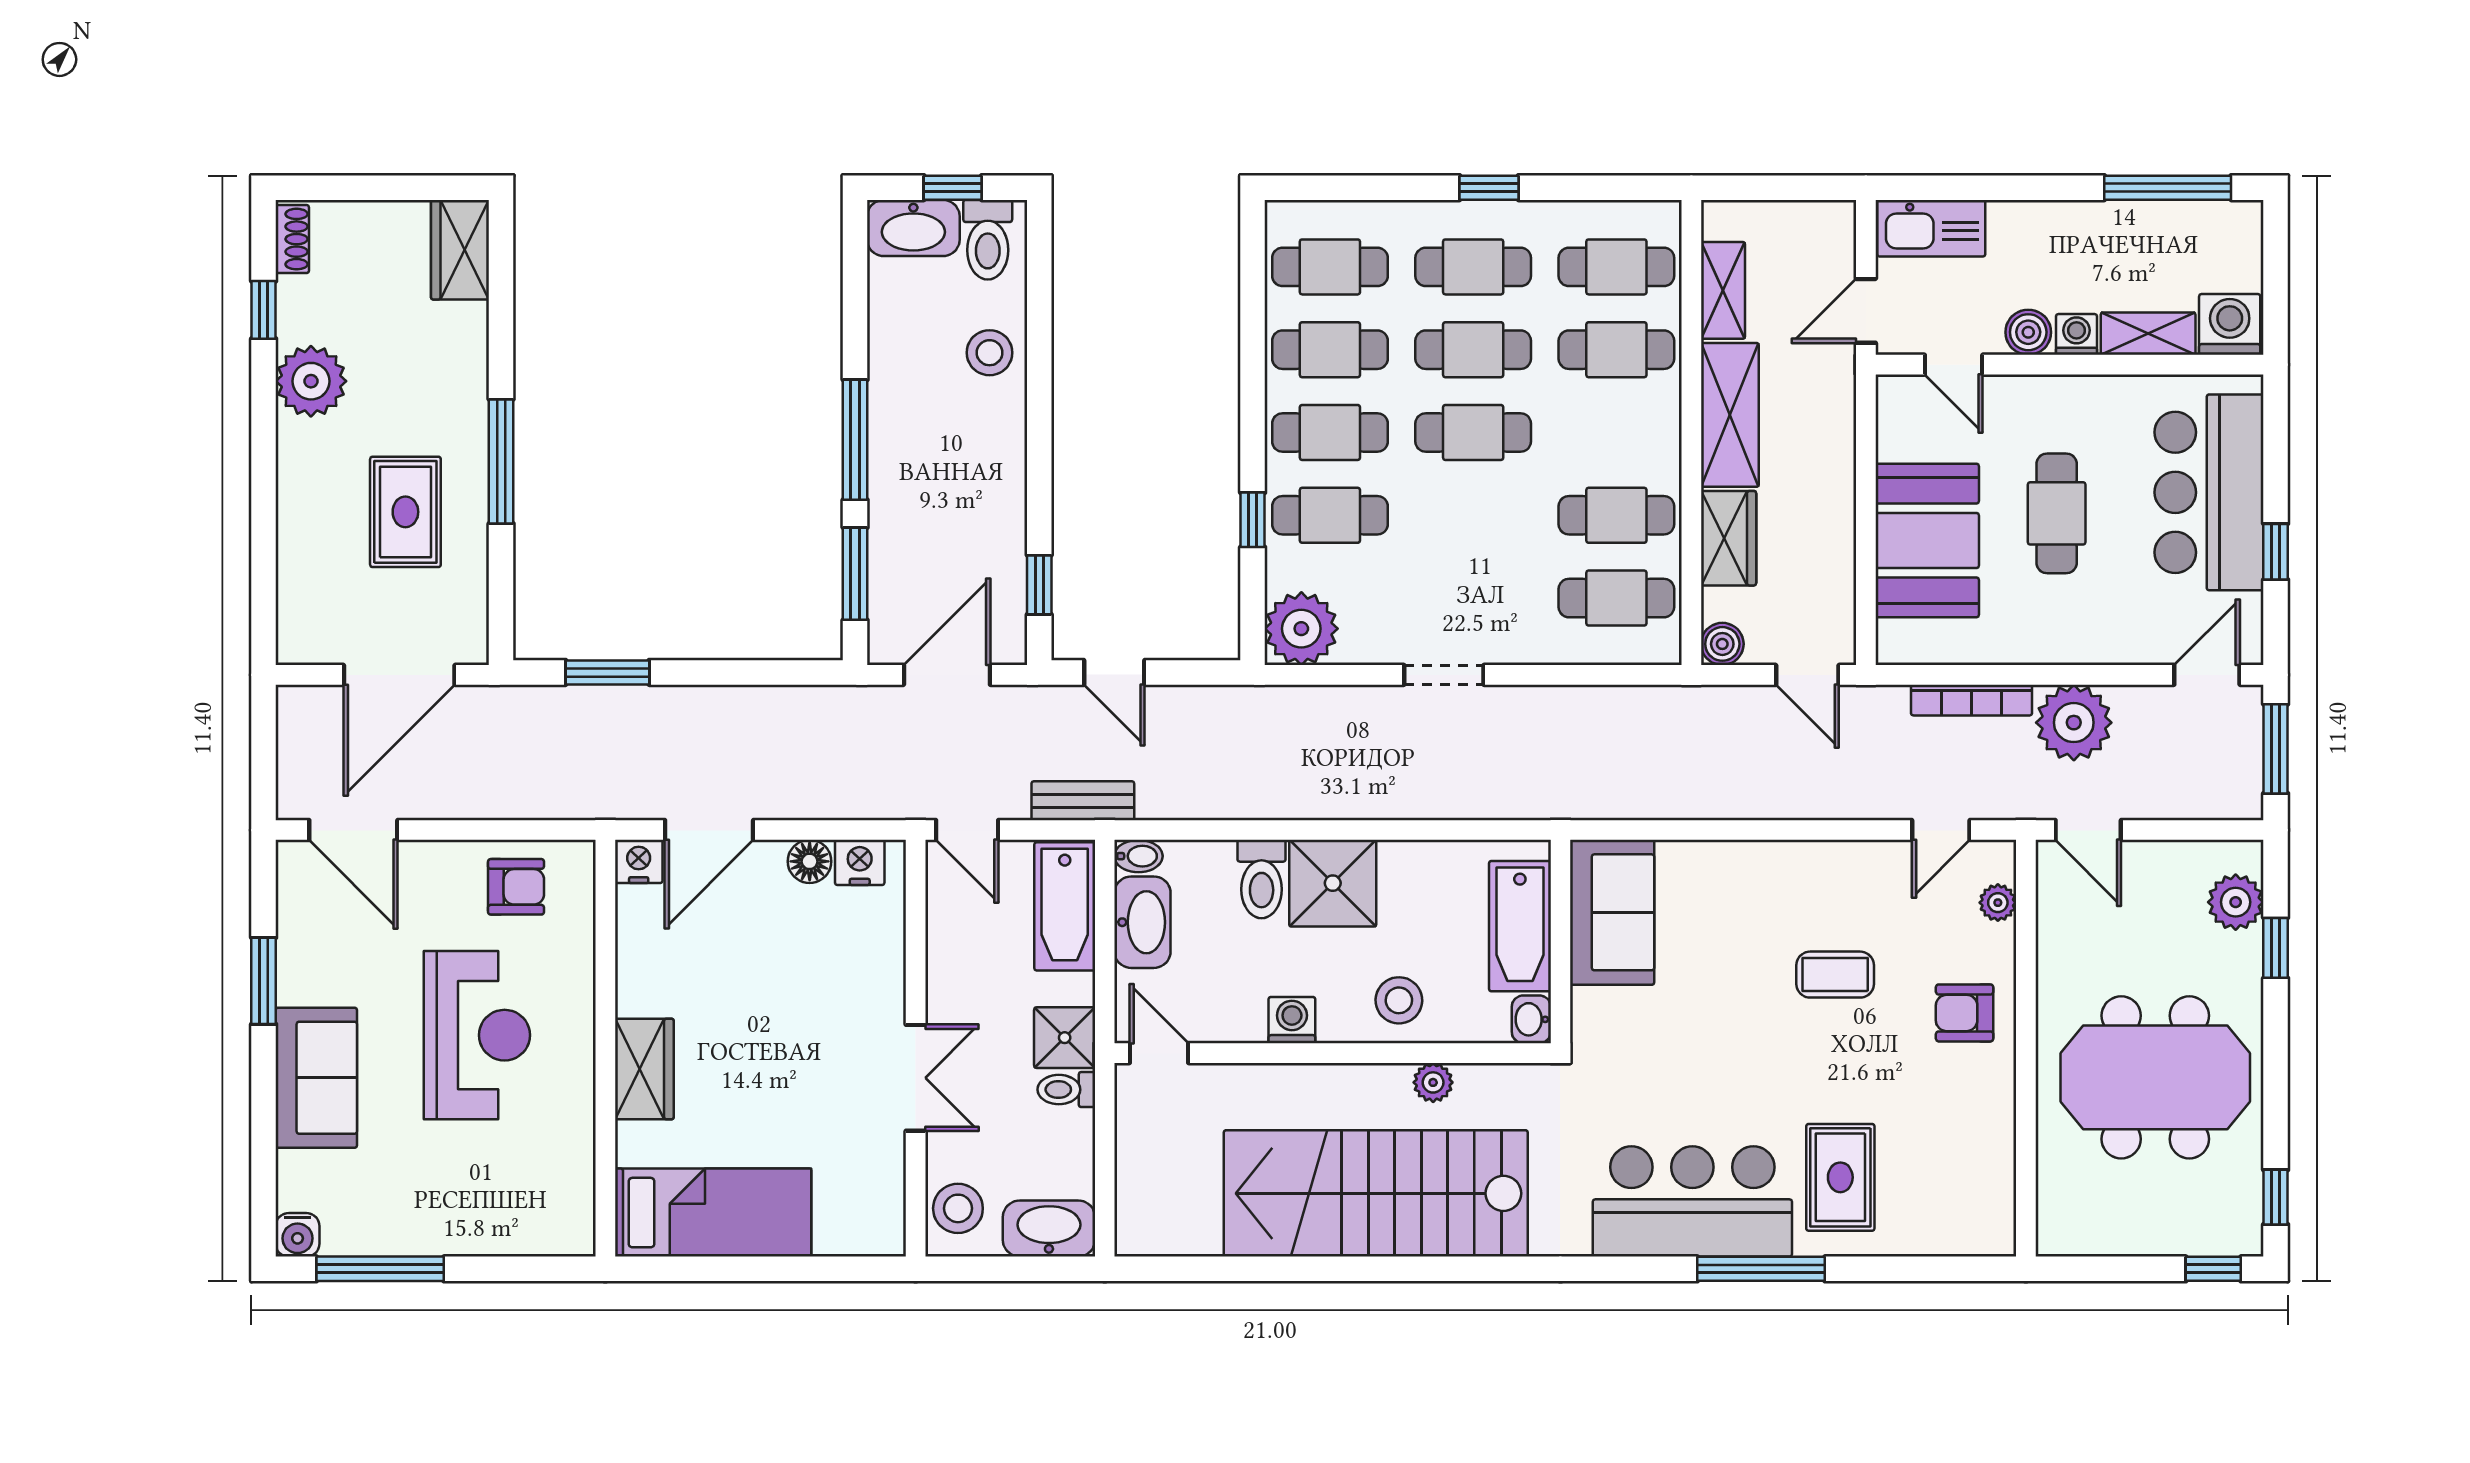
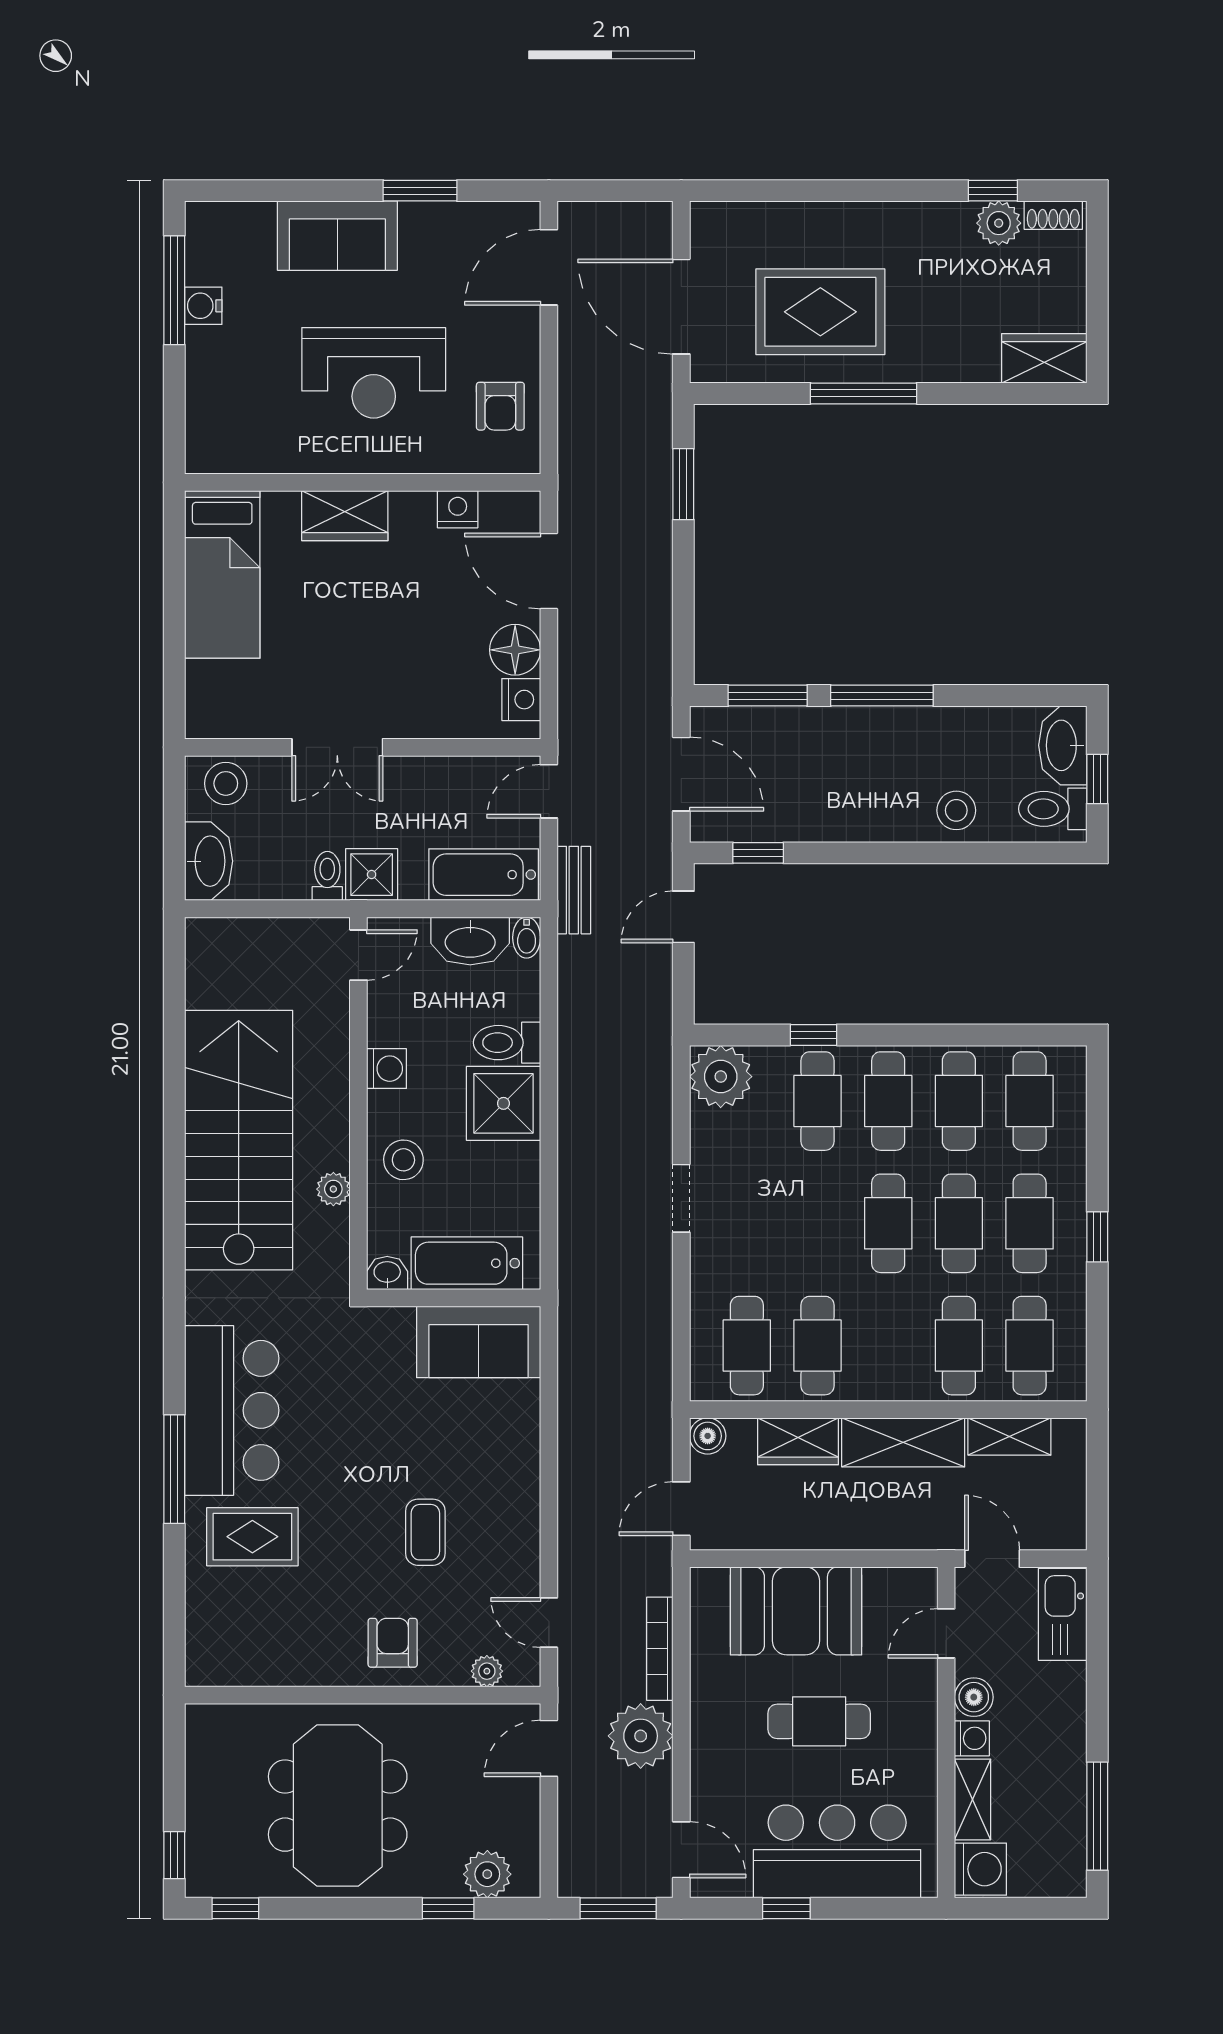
plant: (311, 381) -> (999, 223), moved, width x0.73, depth x0.73
rug: (405, 512) -> (820, 312), width x1.36, depth x1.43
nightstand: (639, 861) -> (458, 509), moved, turned -90
floor lamp: (810, 861) -> (515, 650), width x1.38, depth x1.38
water cooler: (298, 1235) -> (203, 306), moved

